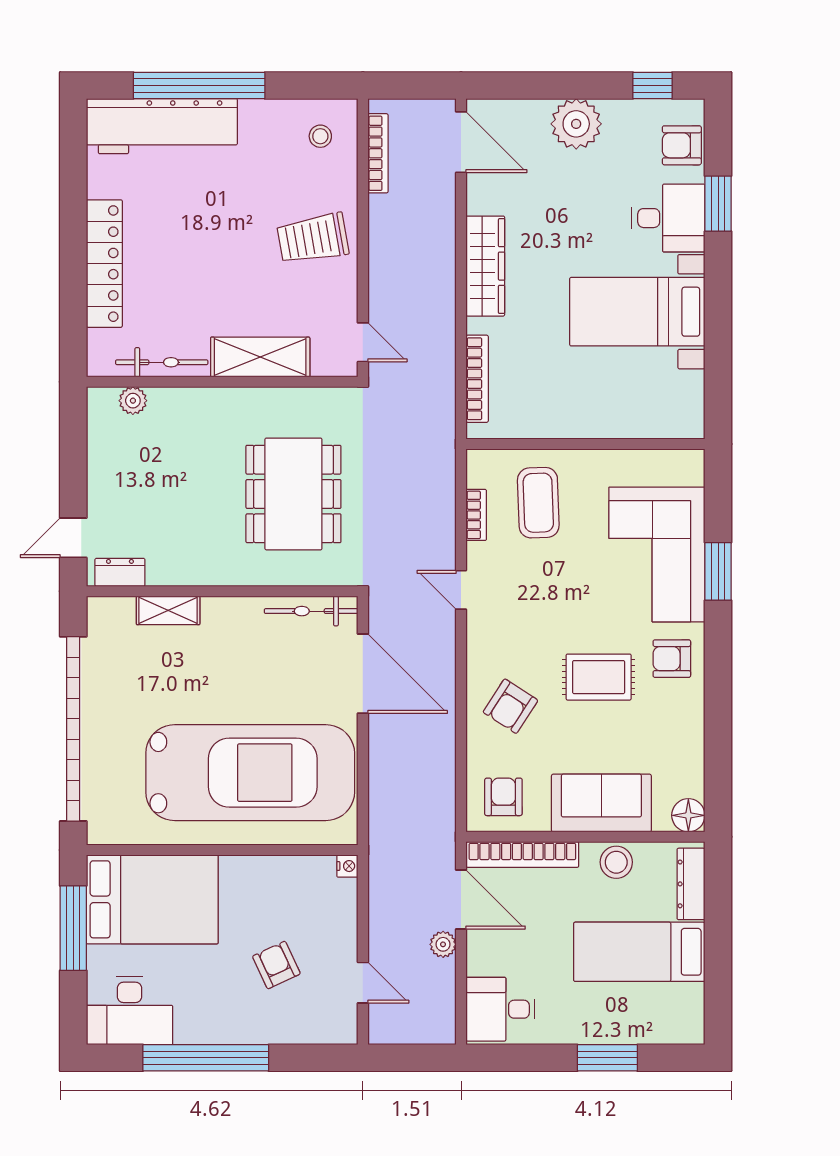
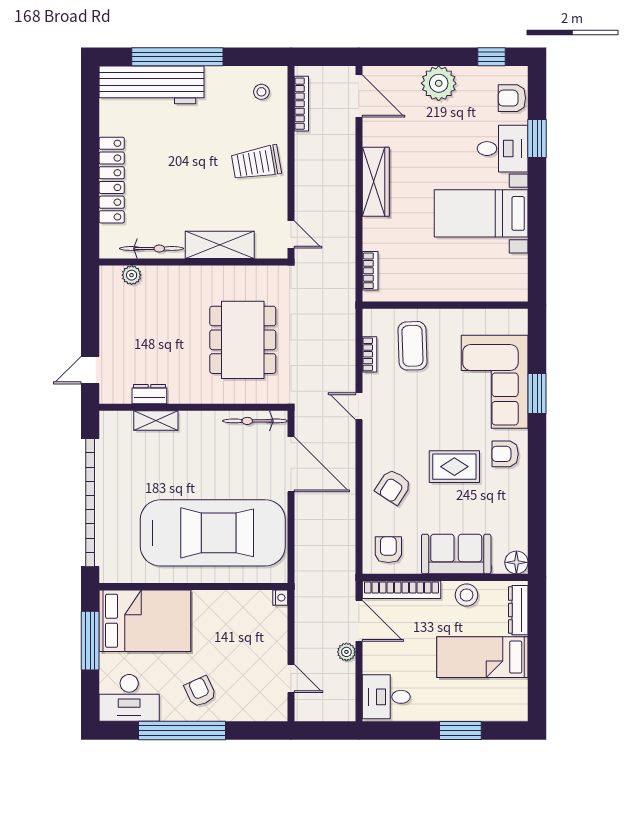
bookcase: (477, 379) -> (370, 271), width x0.64
dresser: (120, 572) -> (149, 394), moved
armchair: (276, 965) -> (200, 692), moved

